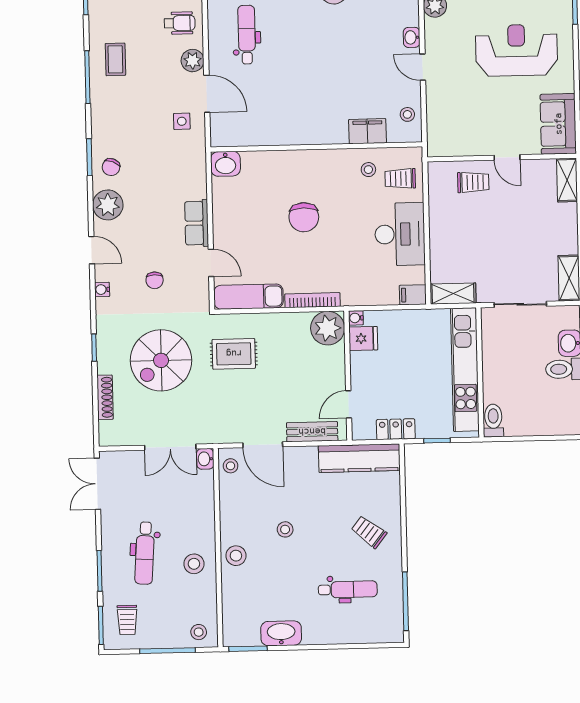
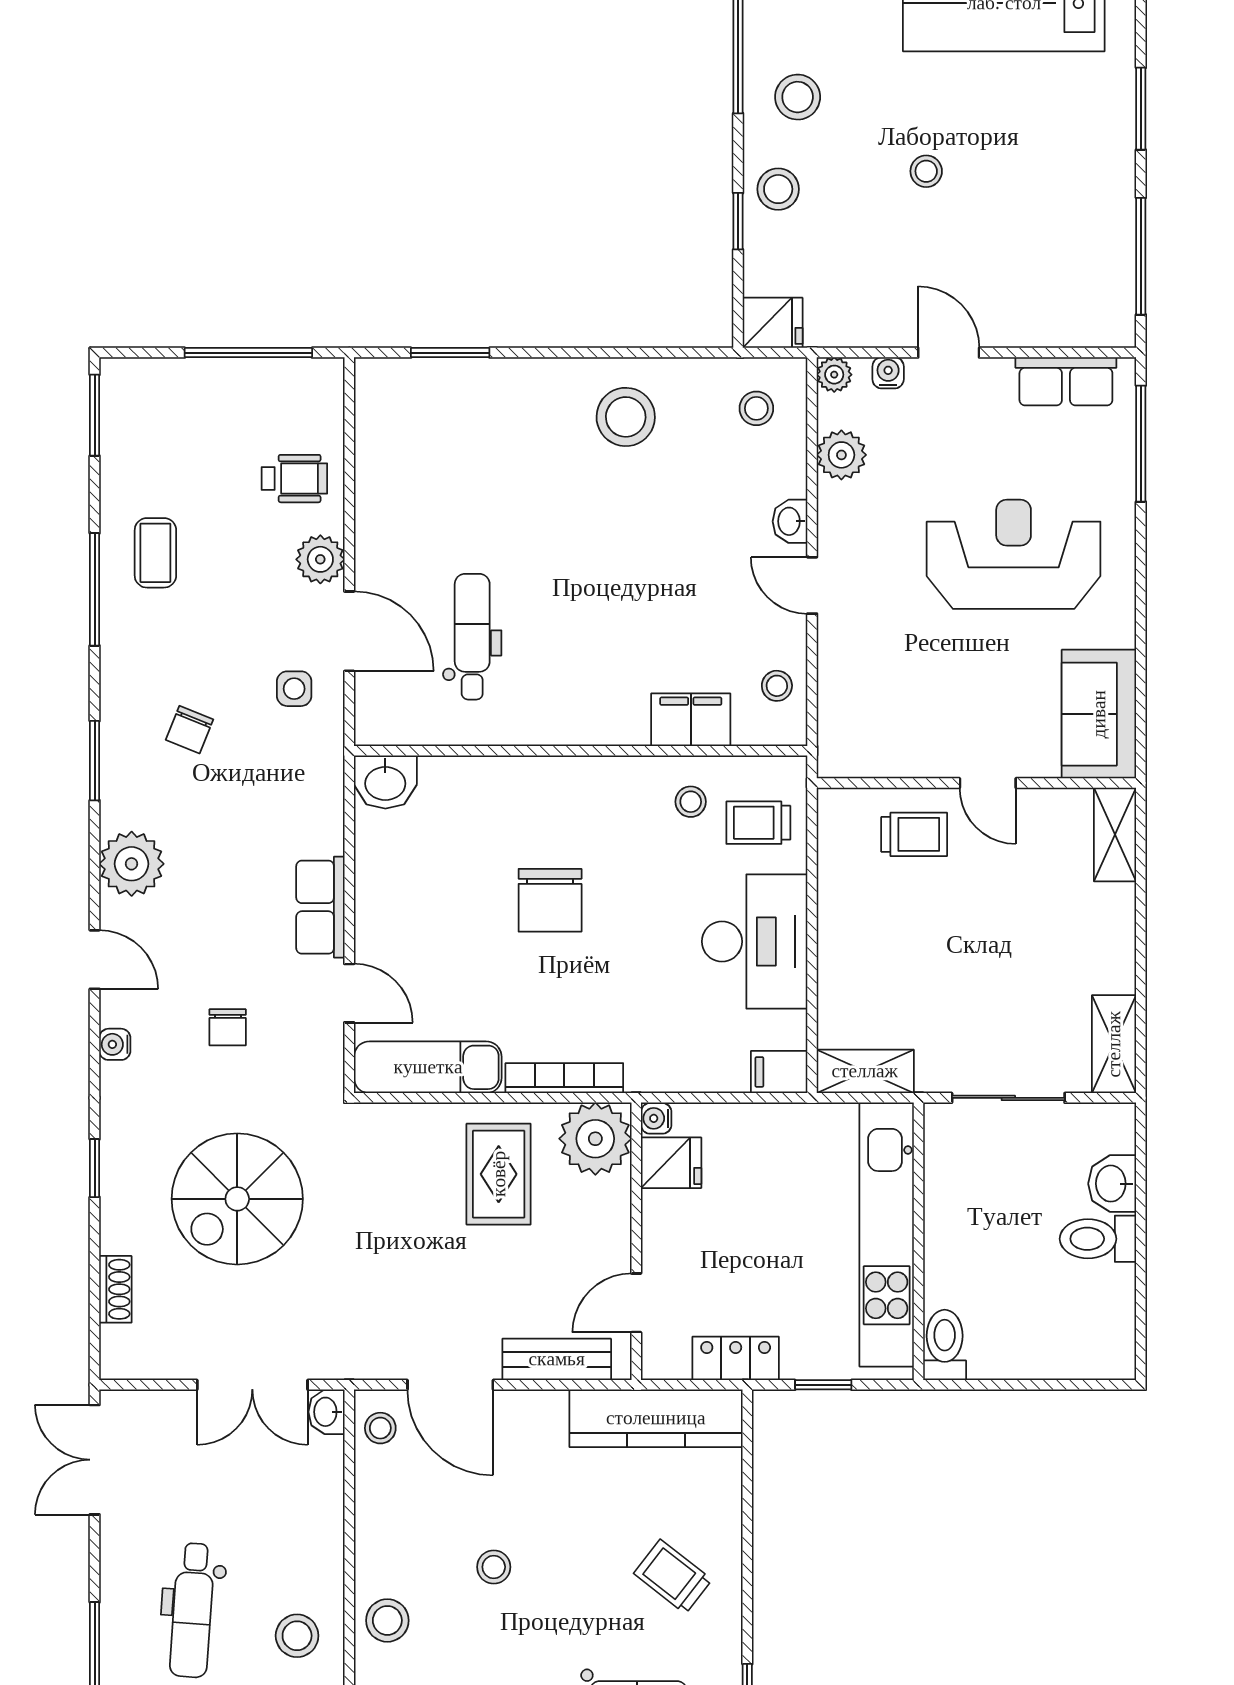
dental chair: (247, 35) -> (472, 637), moved
chair: (111, 167) -> (189, 730), moved
rug: (234, 354) -> (499, 1174), moved, turned 90
shoe rack: (105, 397) -> (115, 1289), width x0.70

